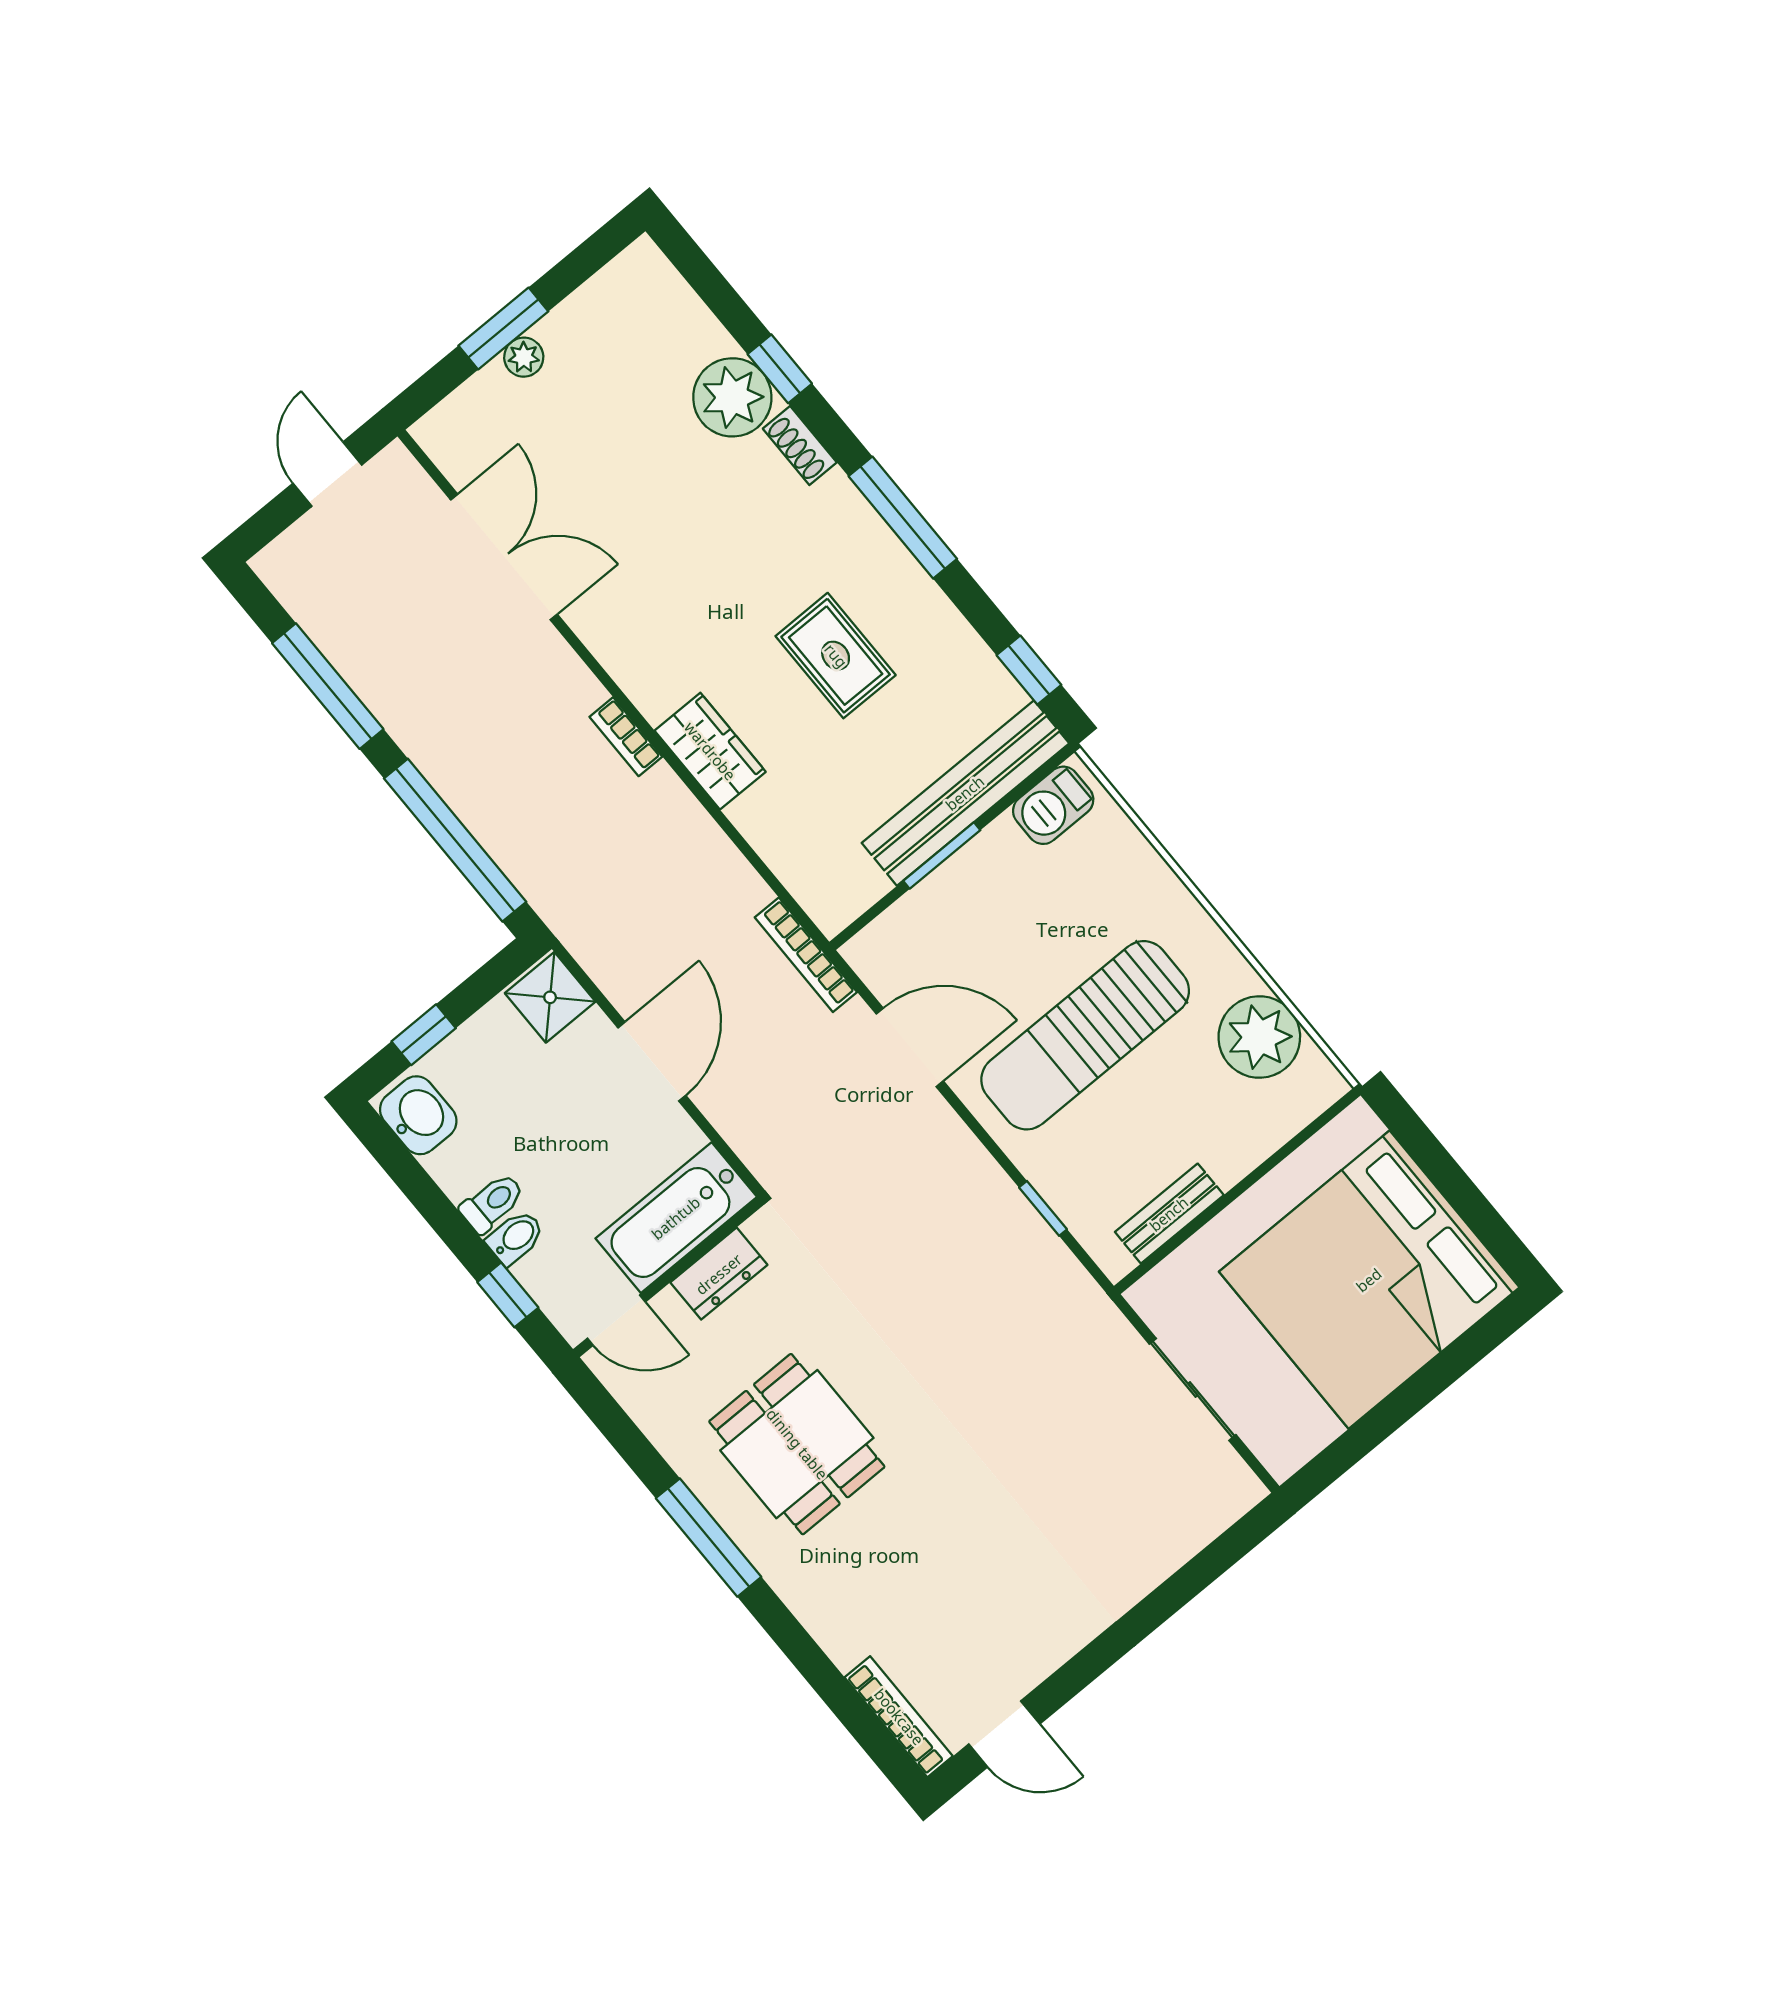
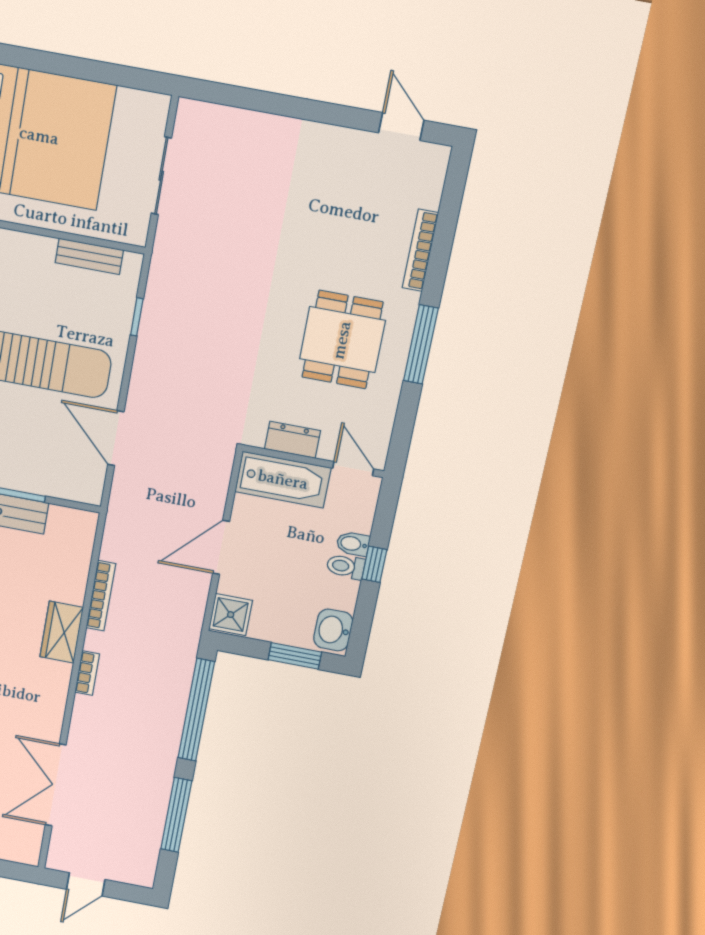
bookcase: (806, 955) -> (101, 596), moved
window: (424, 1035) -> (295, 656), width x1.50
window: (508, 1295) -> (374, 564), moved
bookcase: (899, 1717) -> (420, 250), moved

